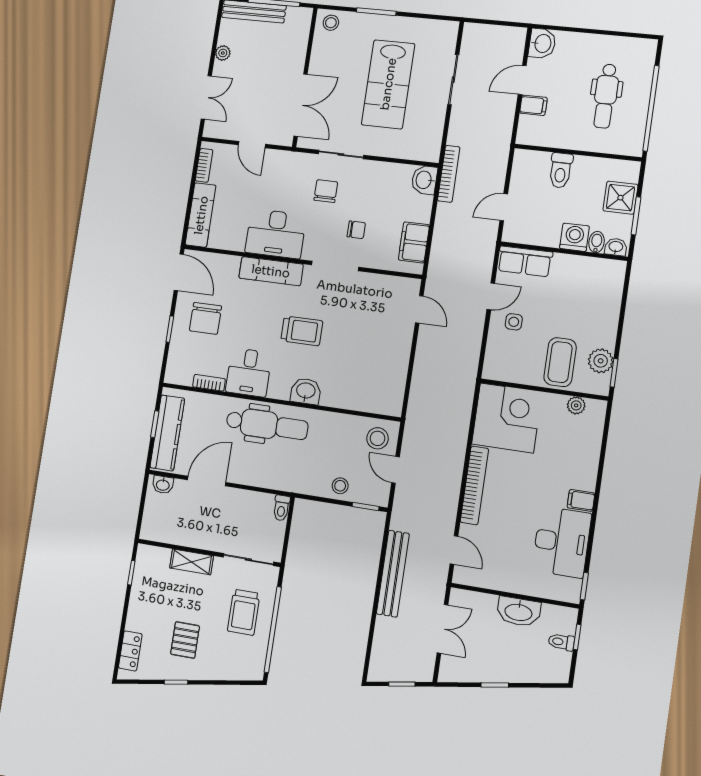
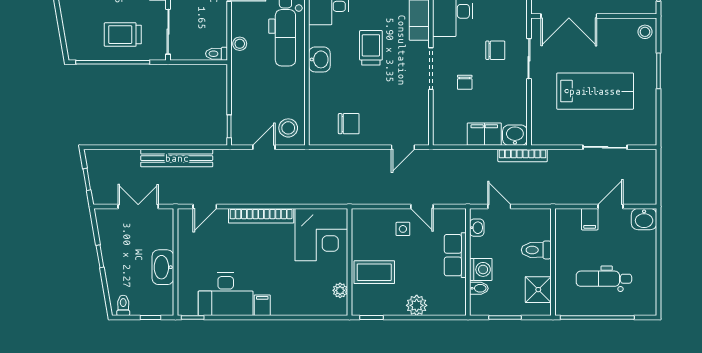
door: (522, 80) -> (611, 207), hinge flipped
lab bench: (388, 84) -> (595, 91), turned 180
shower: (620, 198) -> (538, 290), moved
filing cabinet: (414, 242) -> (484, 134), moved
washbasin: (616, 247) -> (477, 228), moved
row of seats: (525, 261) -> (455, 255), moved
trolley: (302, 331) -> (371, 48), turned 180
plant: (601, 361) -> (417, 305), moved
chair: (383, 368) -> (349, 124), added
stool: (340, 486) -> (240, 44), moved
double door: (443, 629) -> (138, 207), swing flipped
toilet: (561, 642) -> (123, 305), moved

